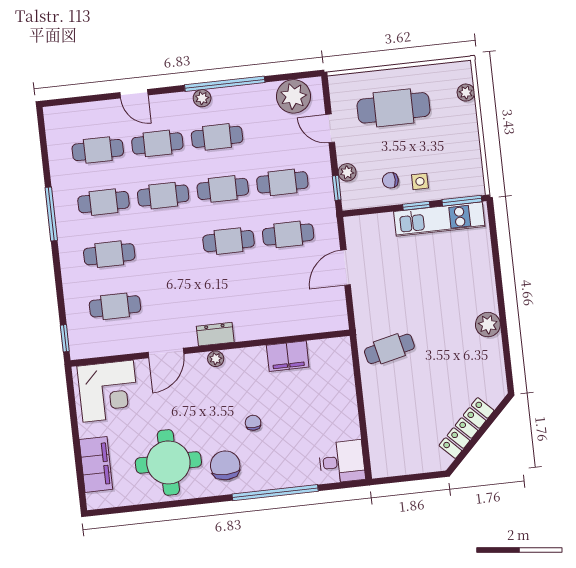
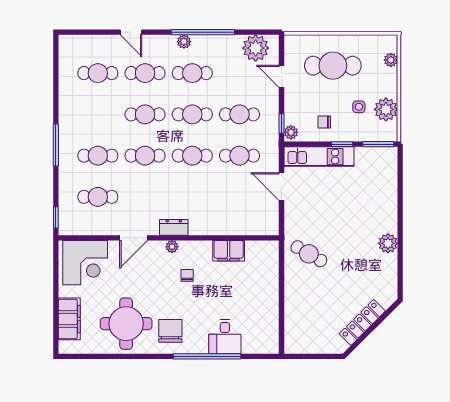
plant: (467, 156) -> (386, 109), added
plant: (347, 172) -> (291, 132), moved
side table: (420, 181) -> (359, 107), moved
cafe table: (104, 202) -> (145, 156), moved
window: (51, 214) -> (56, 145), moved
kitchen unit: (439, 219) -> (319, 157), moved
door: (345, 268) -> (281, 186), hinge flipped
cafe table: (389, 349) -> (309, 254), turned 43
chair: (253, 423) -> (187, 275), moved
desk: (342, 462) -> (225, 337), moved, turned 90

